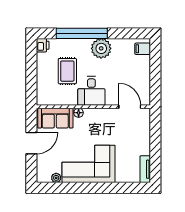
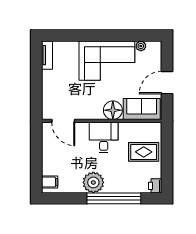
rug: (67, 71) -> (144, 152), moved, turned 90
floor lamp: (79, 113) -> (113, 110), width x1.89, depth x1.89

